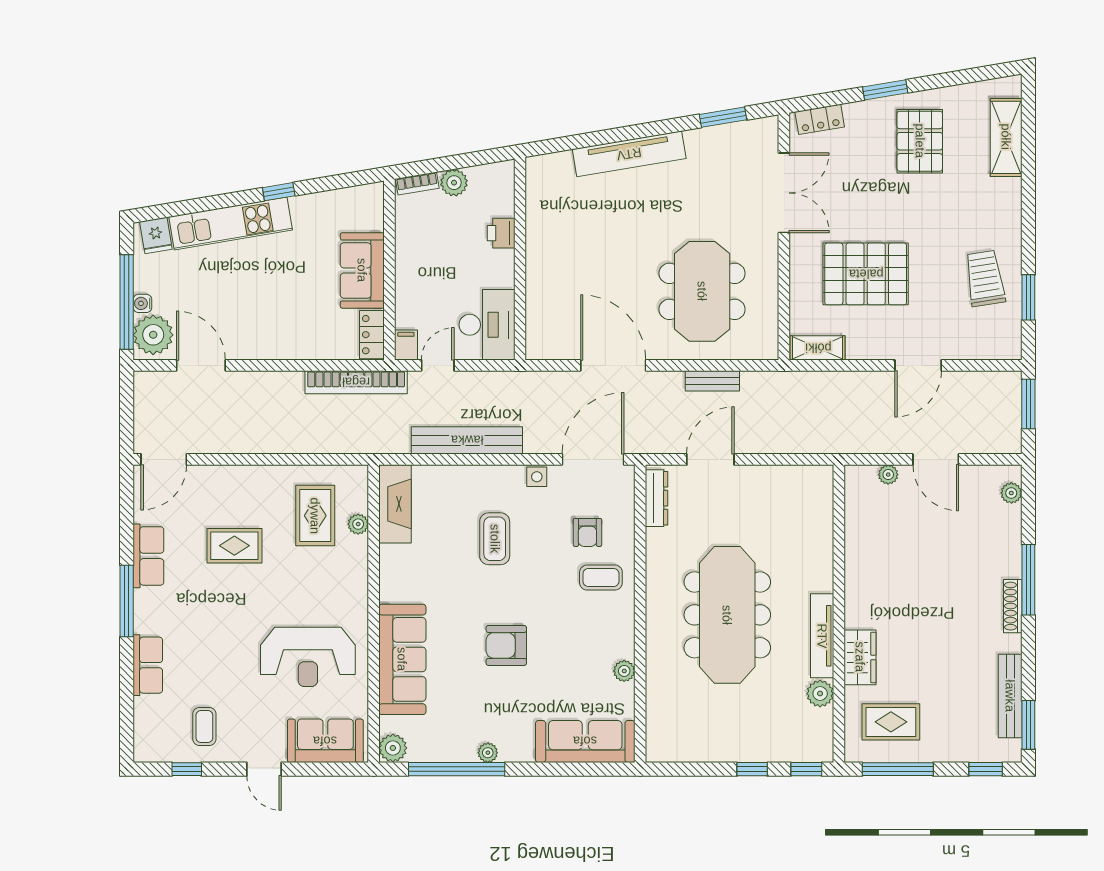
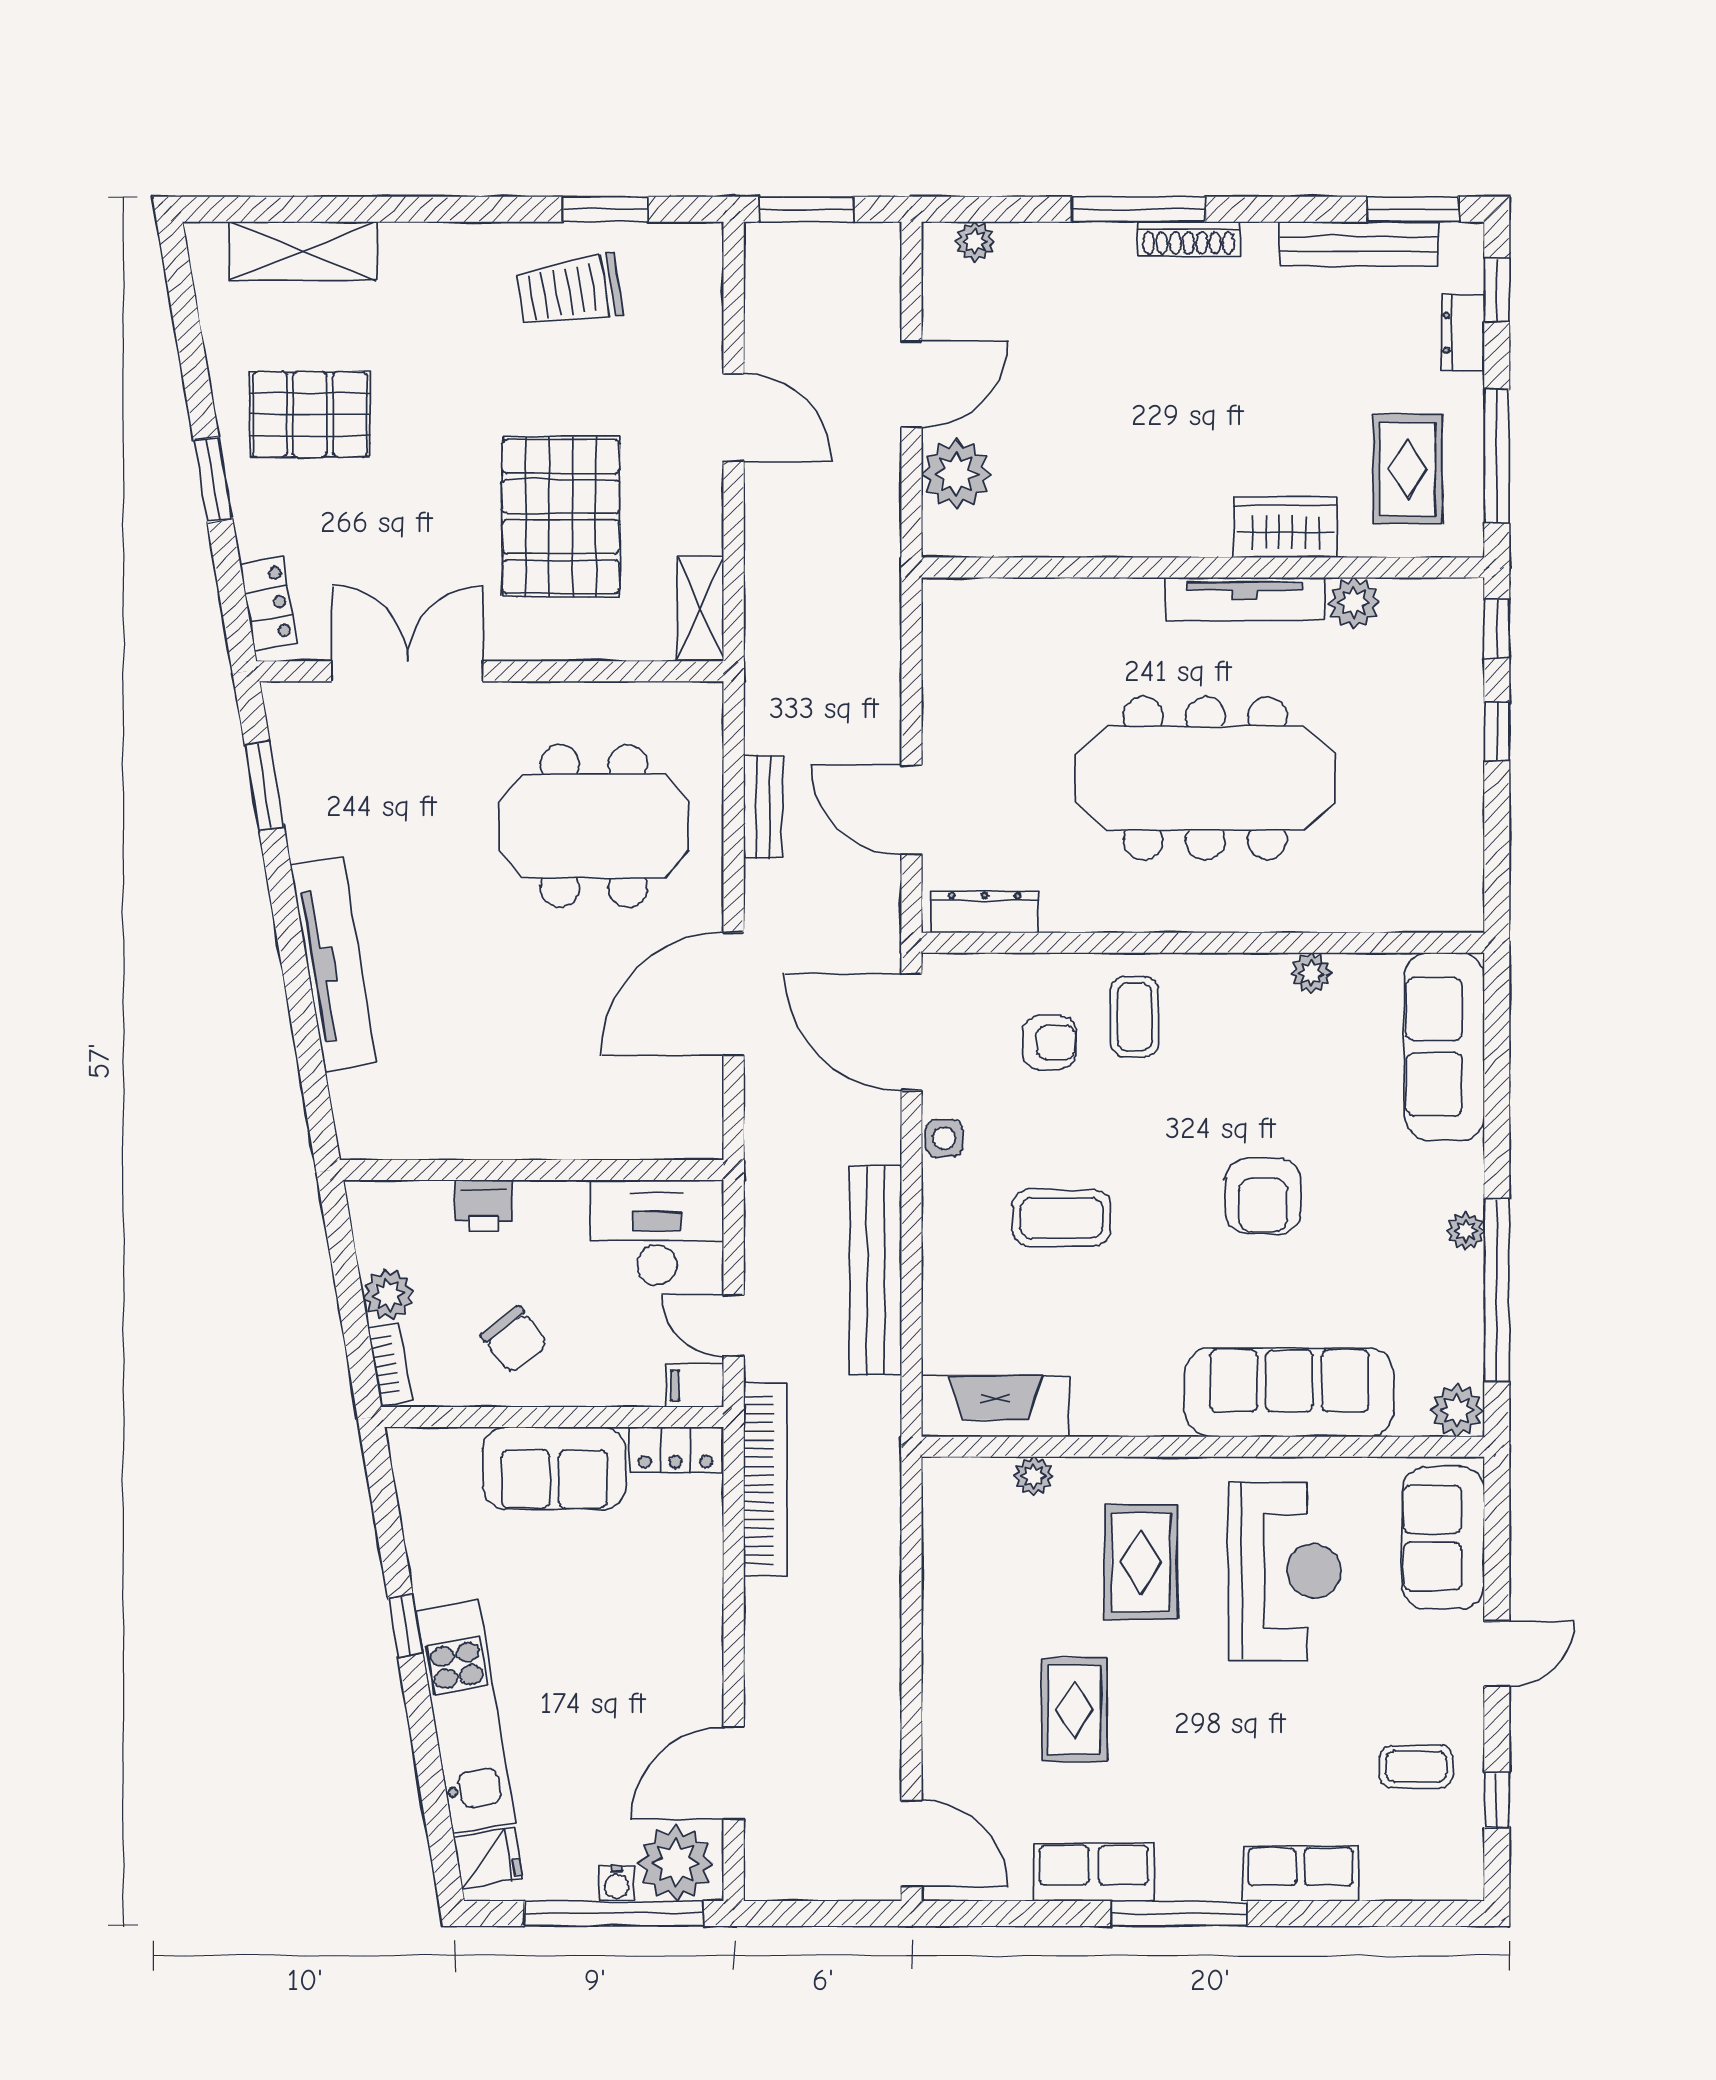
chair: (430, 249) -> (514, 1340), added
plant: (888, 475) -> (956, 474), width x1.88, depth x1.88
rug: (315, 516) -> (1141, 1562), moved, turned 90
dresser: (963, 751) -> (1463, 333), added

